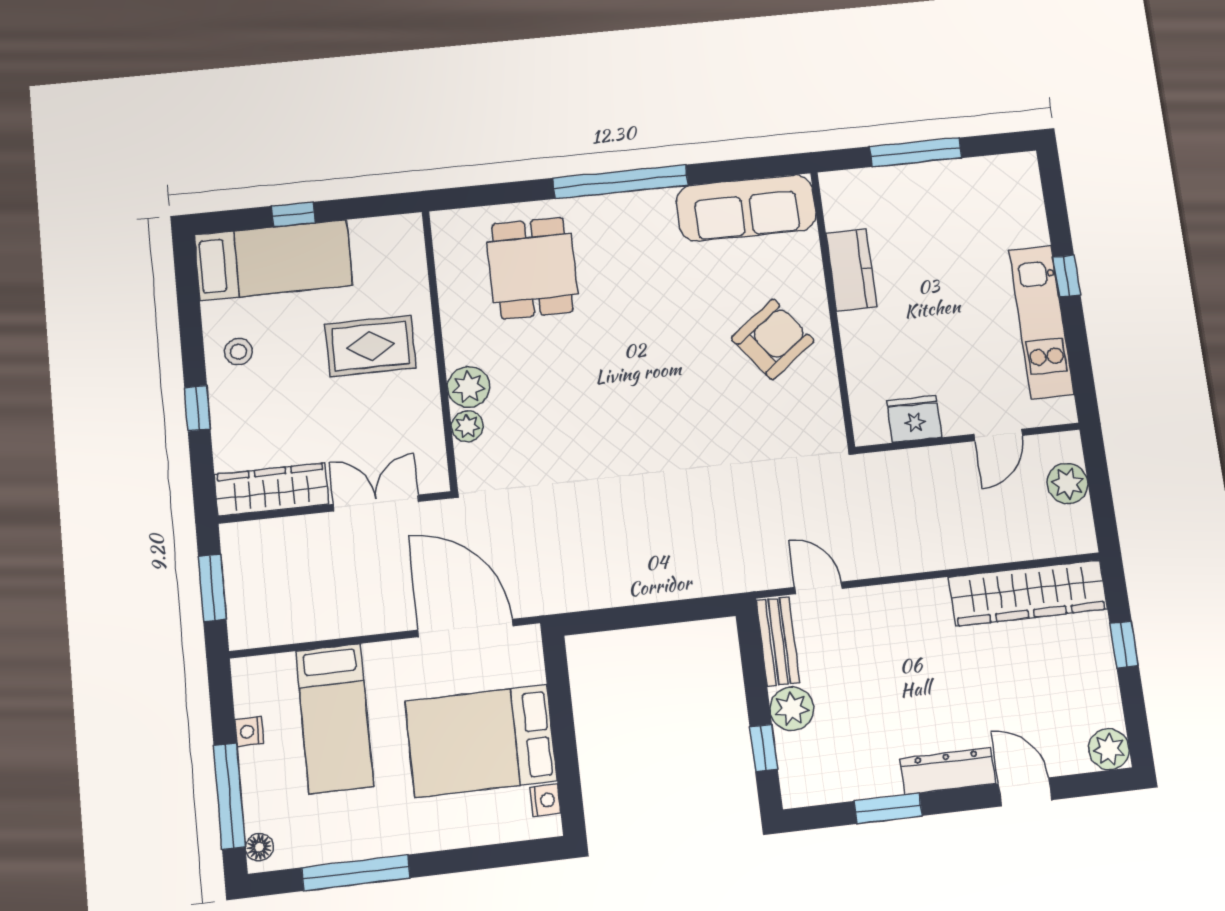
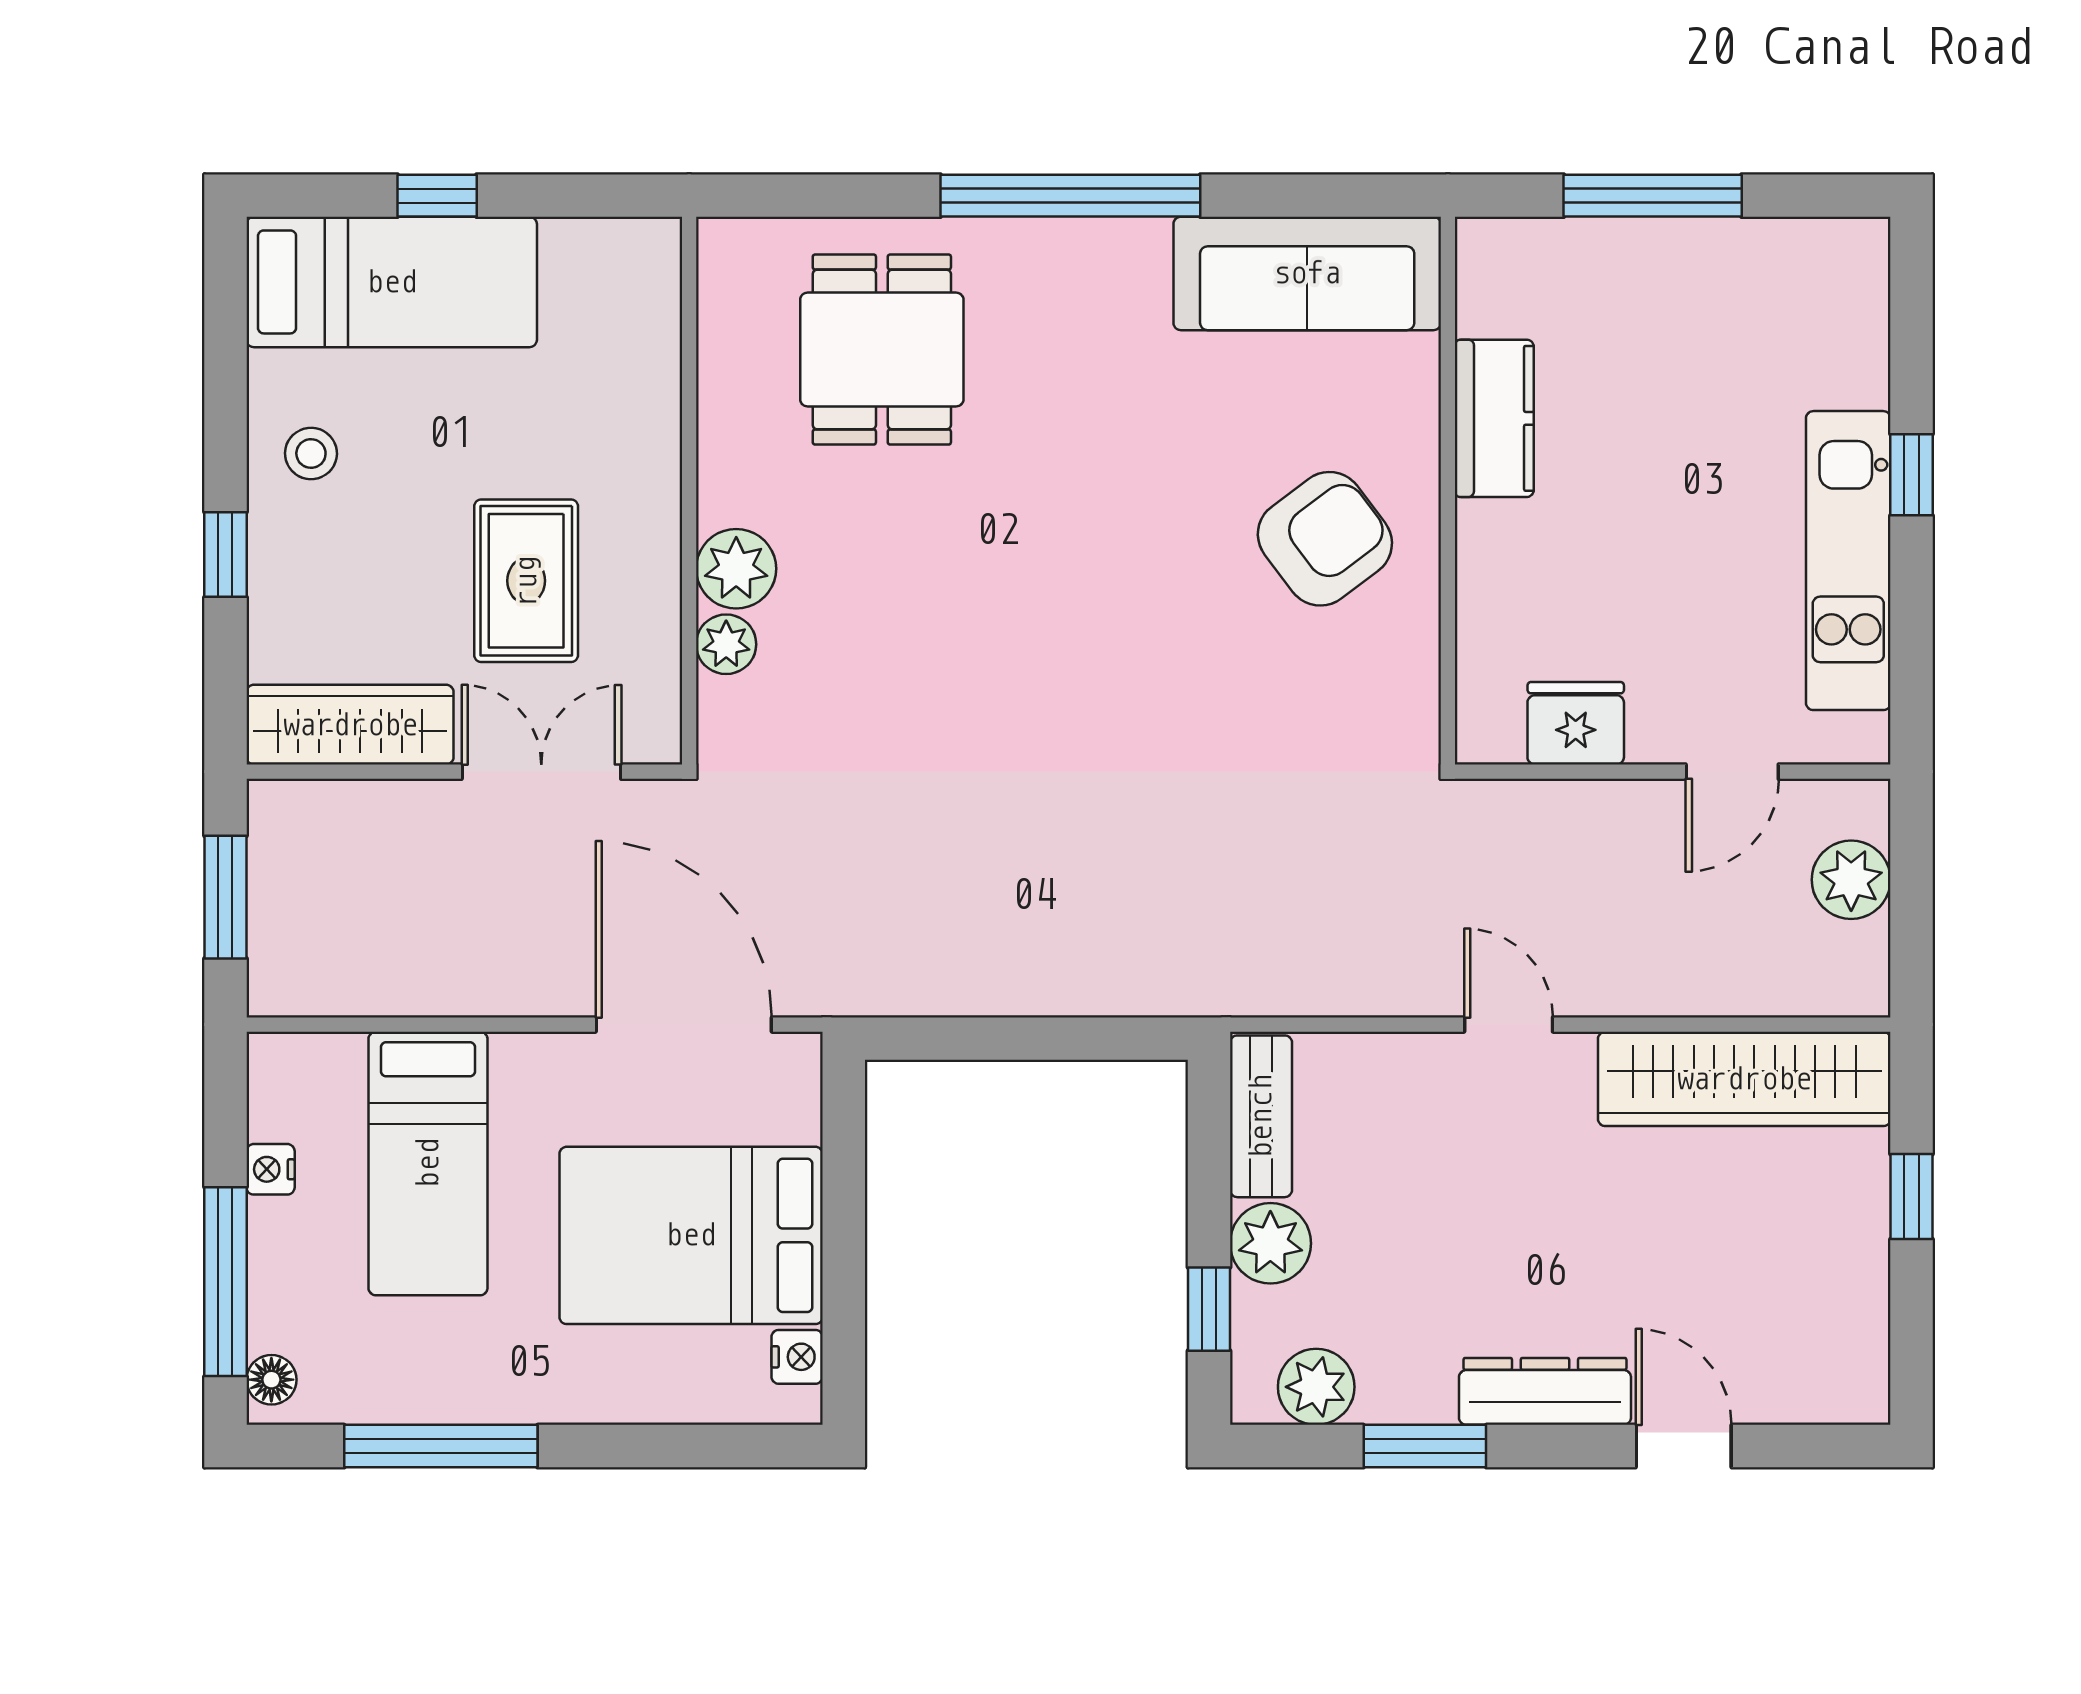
rug: (371, 346) -> (526, 581), moved, turned 90
door: (818, 588) -> (1509, 1025), moved
plant: (1109, 749) -> (1316, 1387), moved

